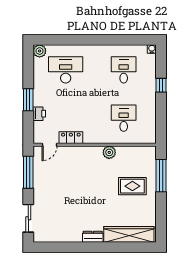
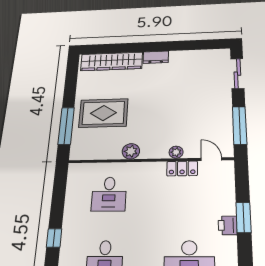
printer: (39, 114) -> (228, 225), moved
door: (50, 145) -> (211, 159), hinge flipped
plant: (75, 151) -> (176, 152), added
rug: (132, 186) -> (103, 113), width x1.36, depth x1.43

